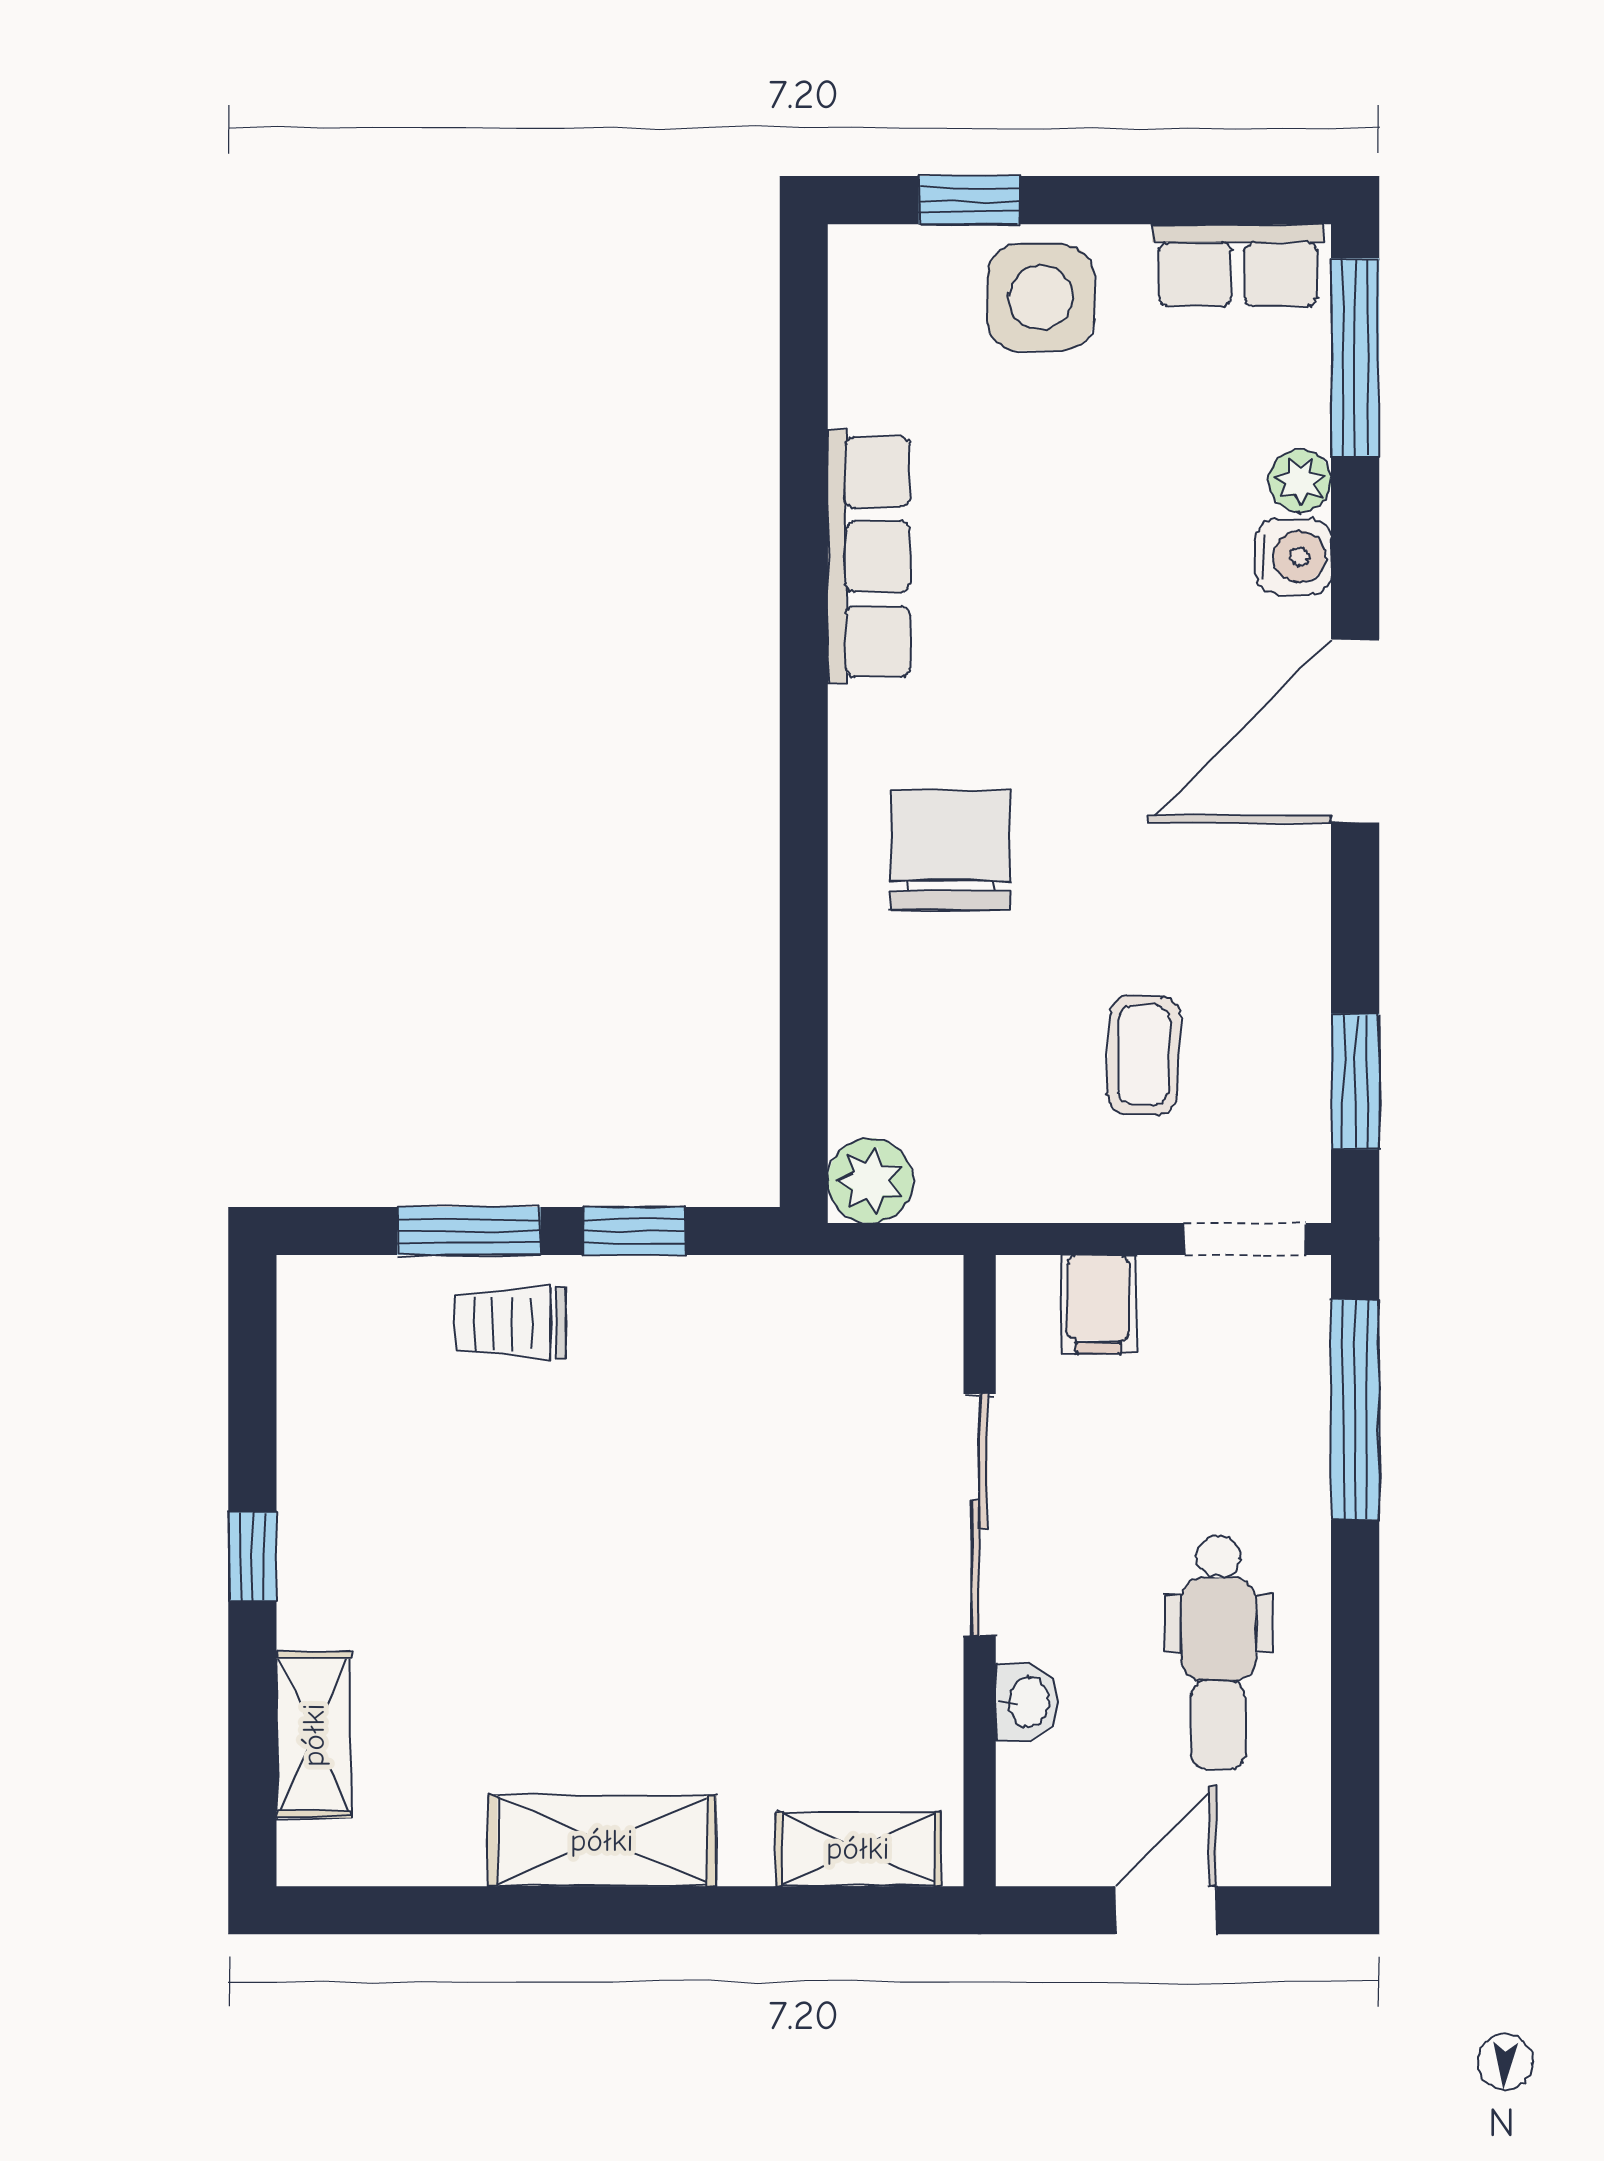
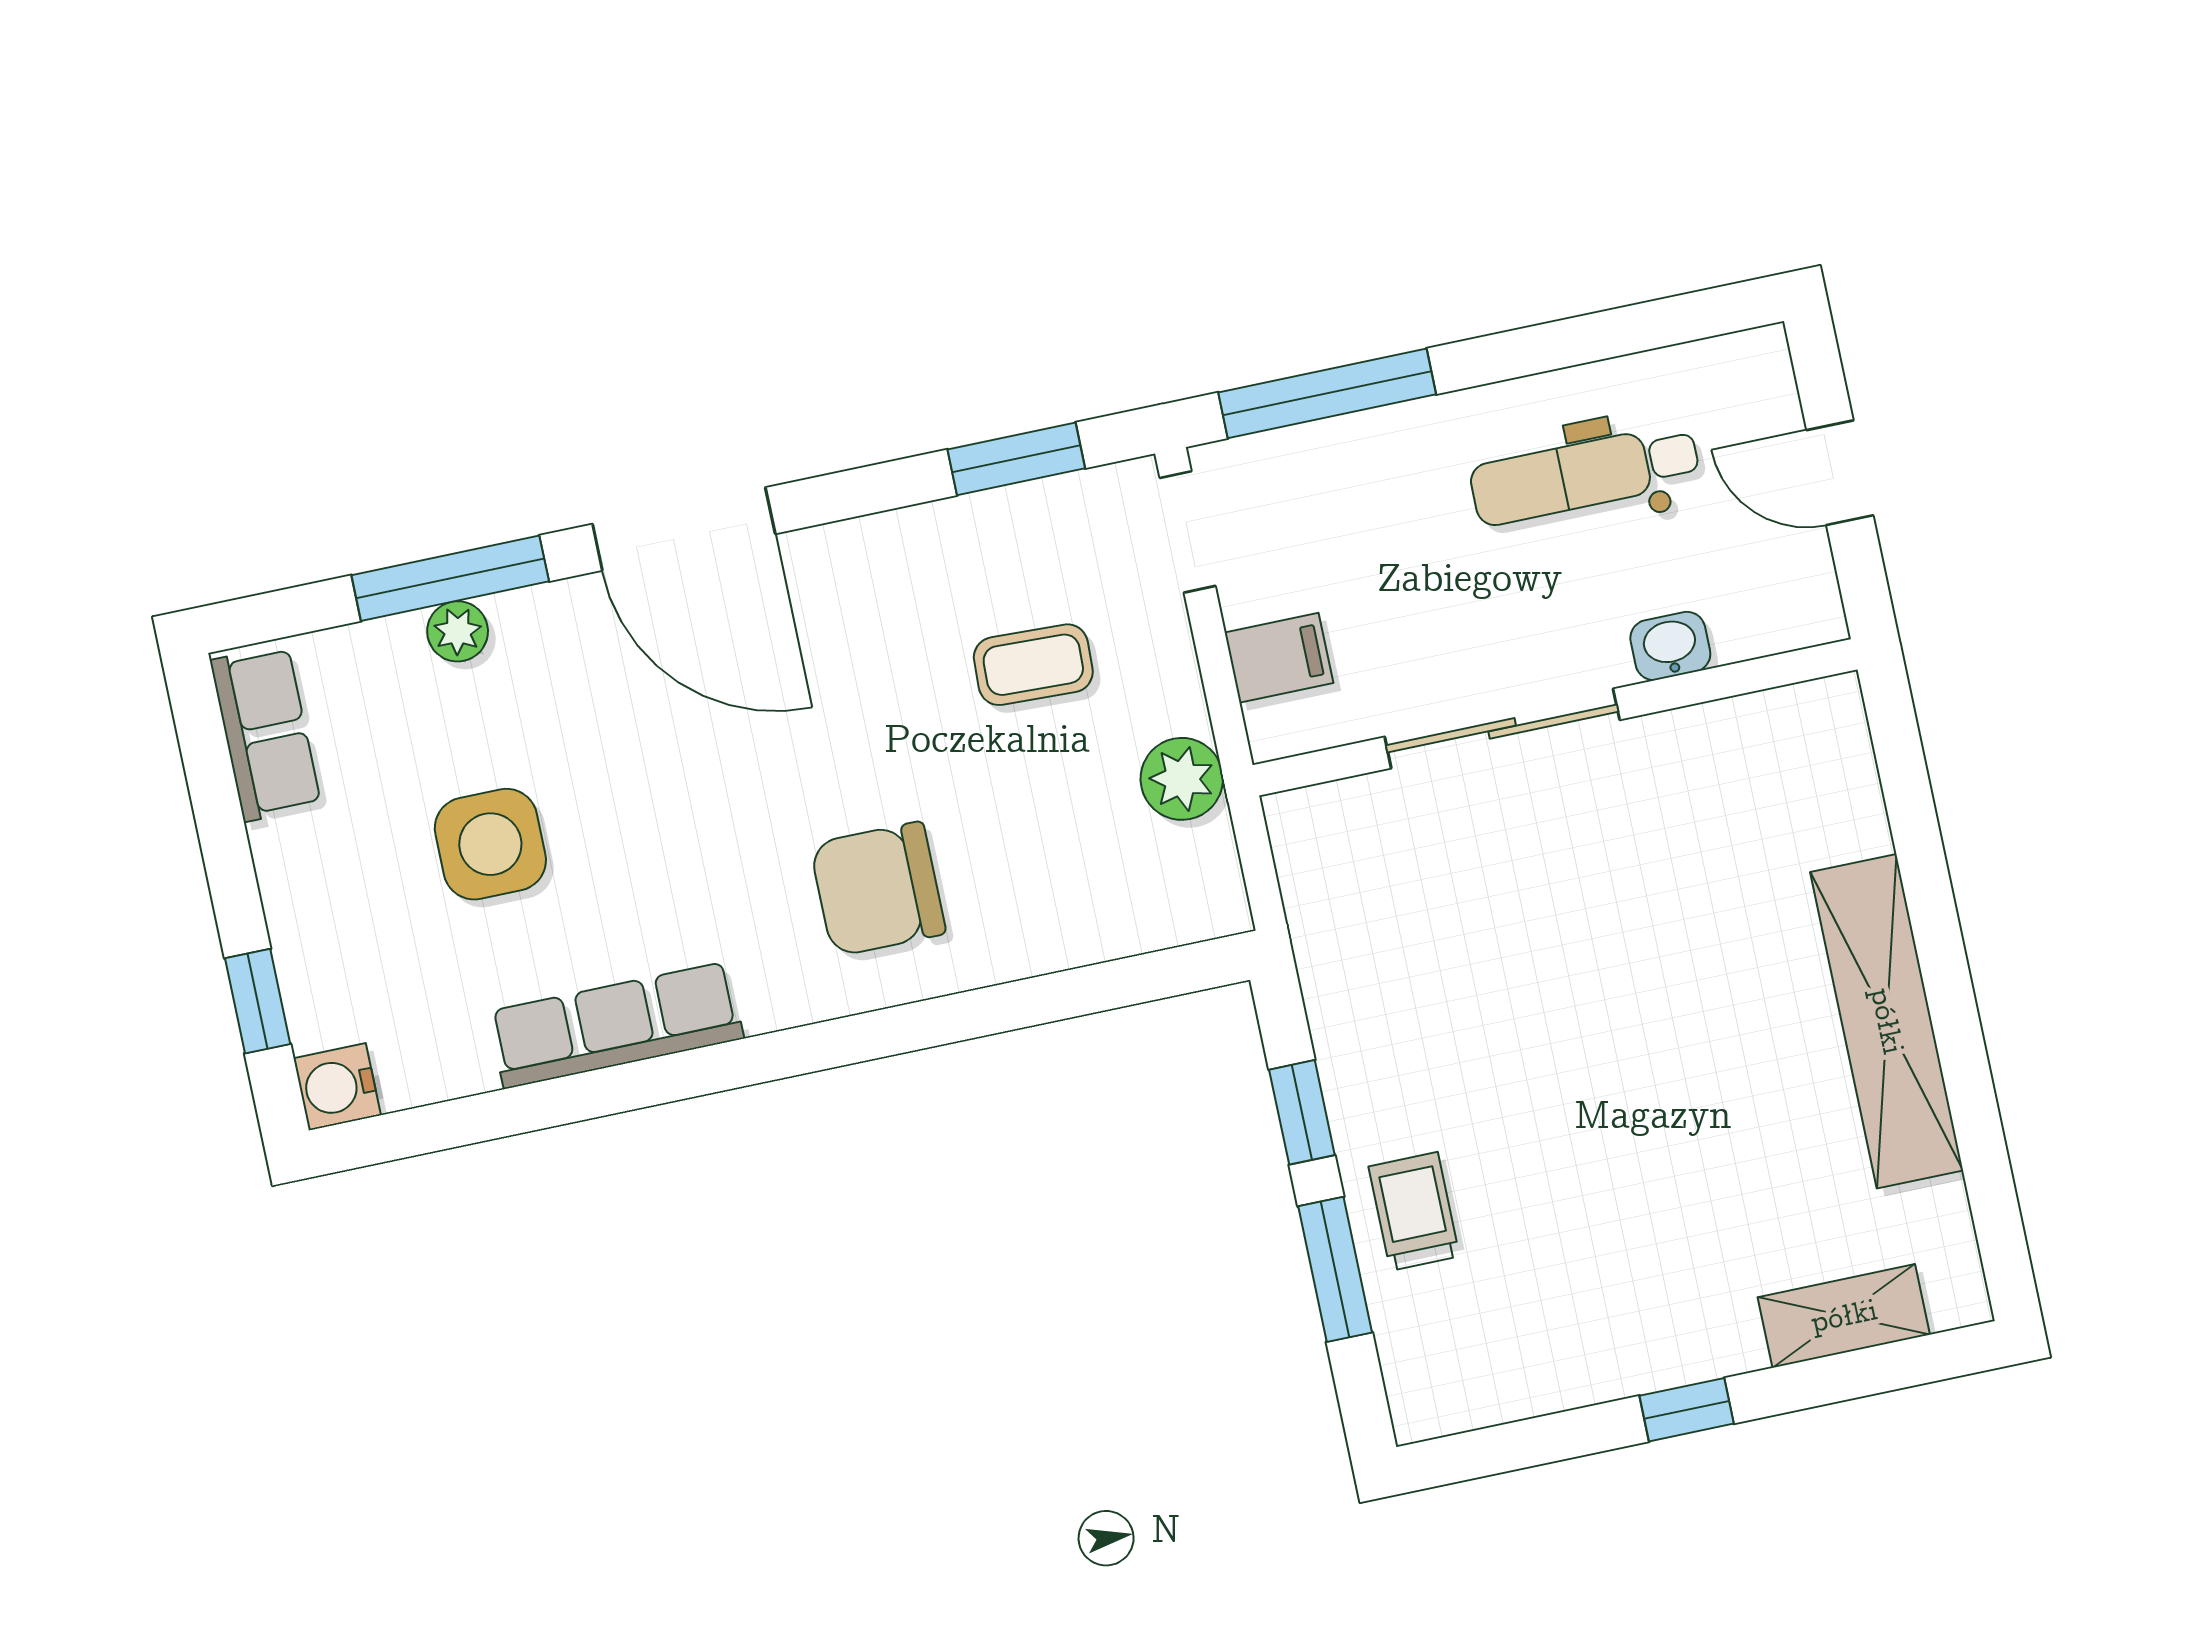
side table: (1040, 297) -> (490, 844), moved
window: (1355, 358) -> (450, 578), moved
water cooler: (1293, 556) -> (337, 1087), moved, turned -90
plant: (870, 1181) -> (1182, 779), moved
trolley: (511, 1323) -> (1414, 1211), turned 180
dental chair: (1218, 1652) -> (1585, 474), turned 180
shelving: (602, 1841) -> (1887, 1021), width x1.47
shelving: (858, 1849) -> (1843, 777), removed

